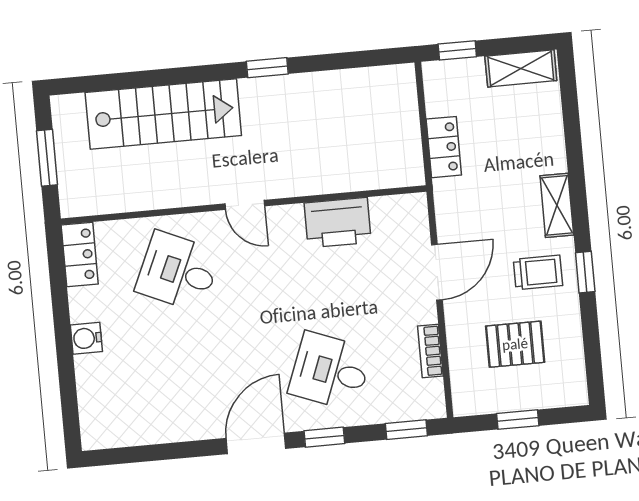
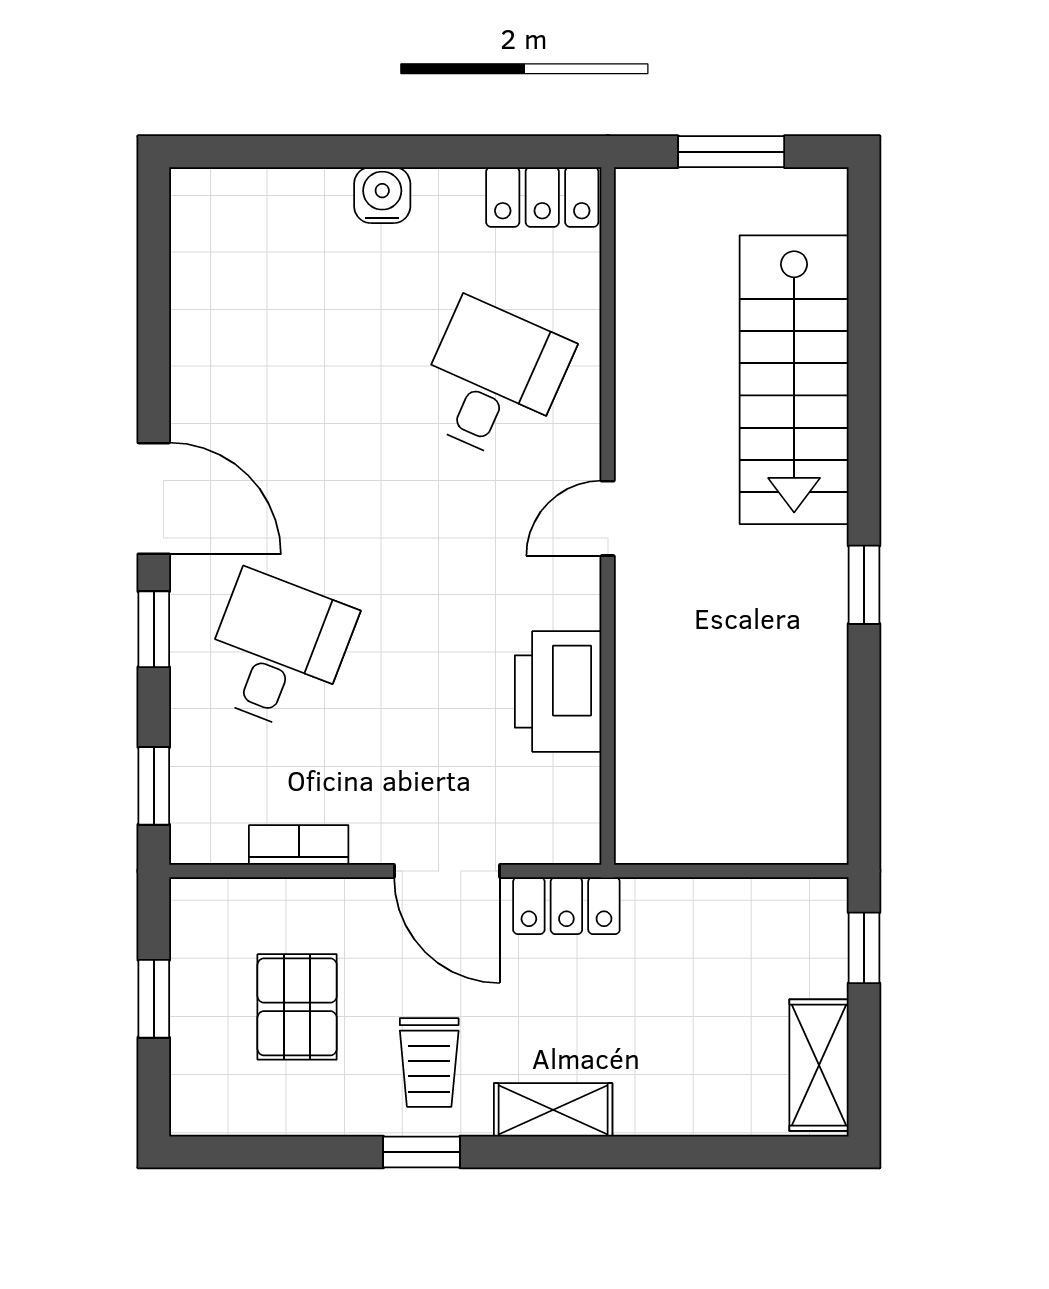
locker: (444, 147) -> (566, 906), moved

